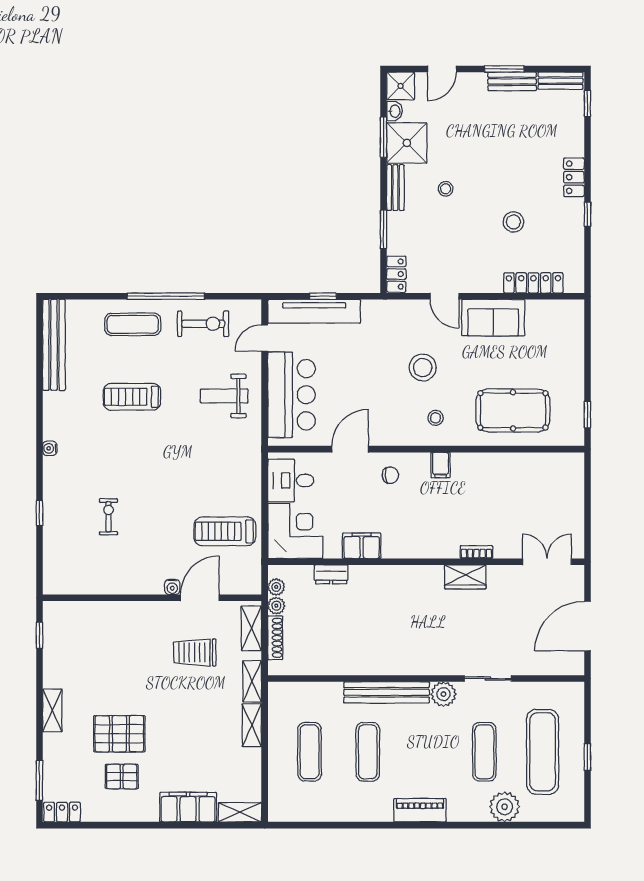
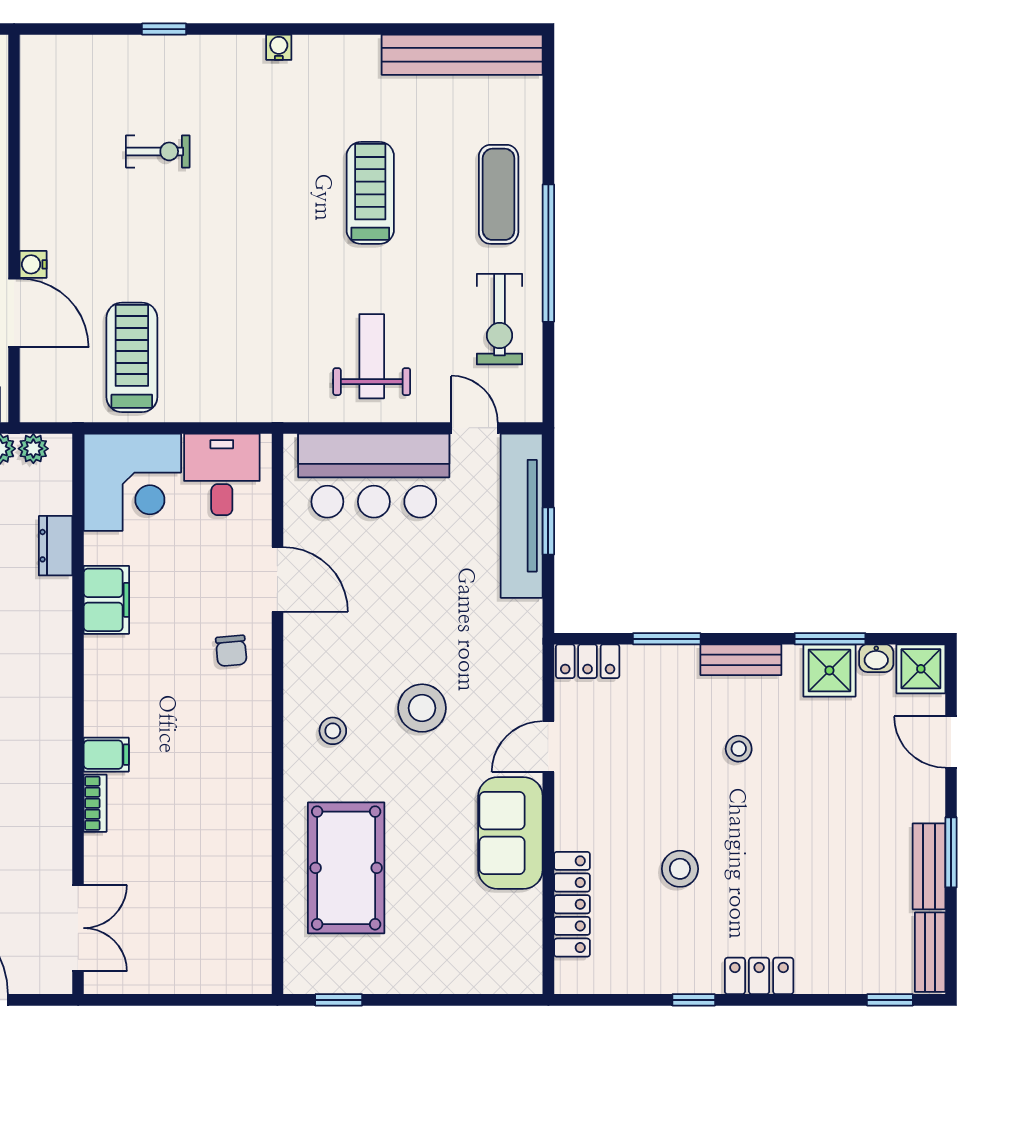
shower: (407, 143) -> (829, 670), width x0.73, depth x0.73
filing cabinet: (440, 465) -> (106, 755), moved, turned 180
wardrobe: (465, 577) -> (51, 783), removed

